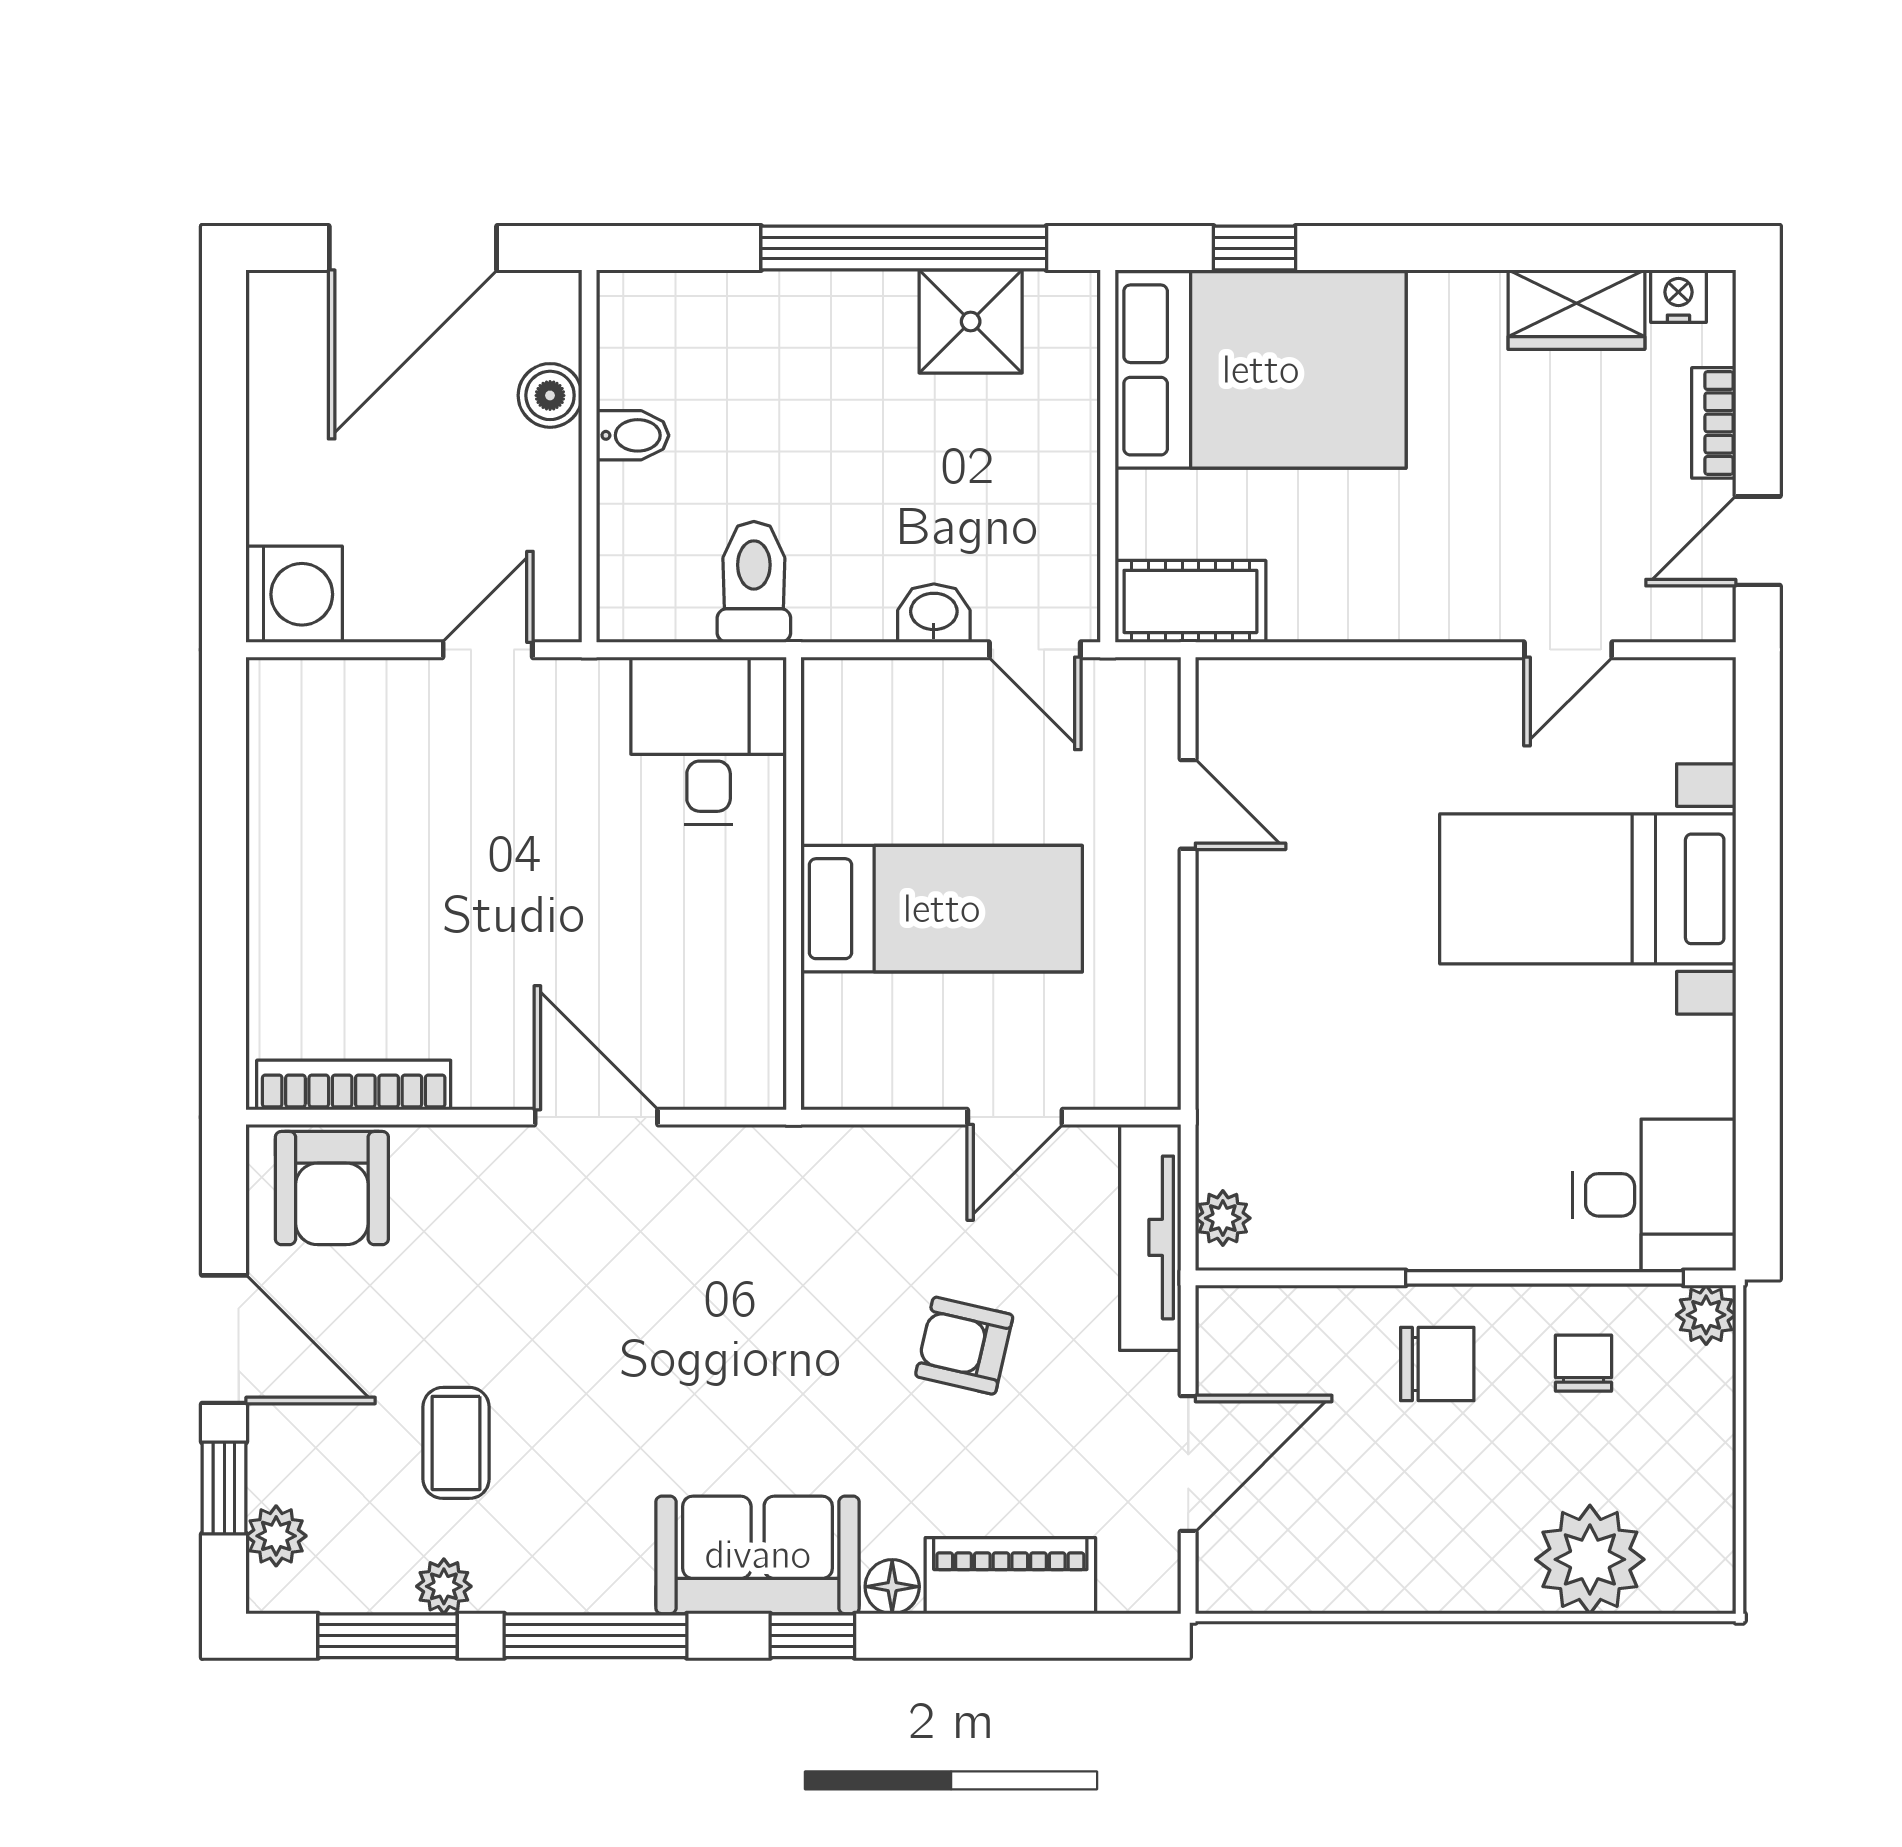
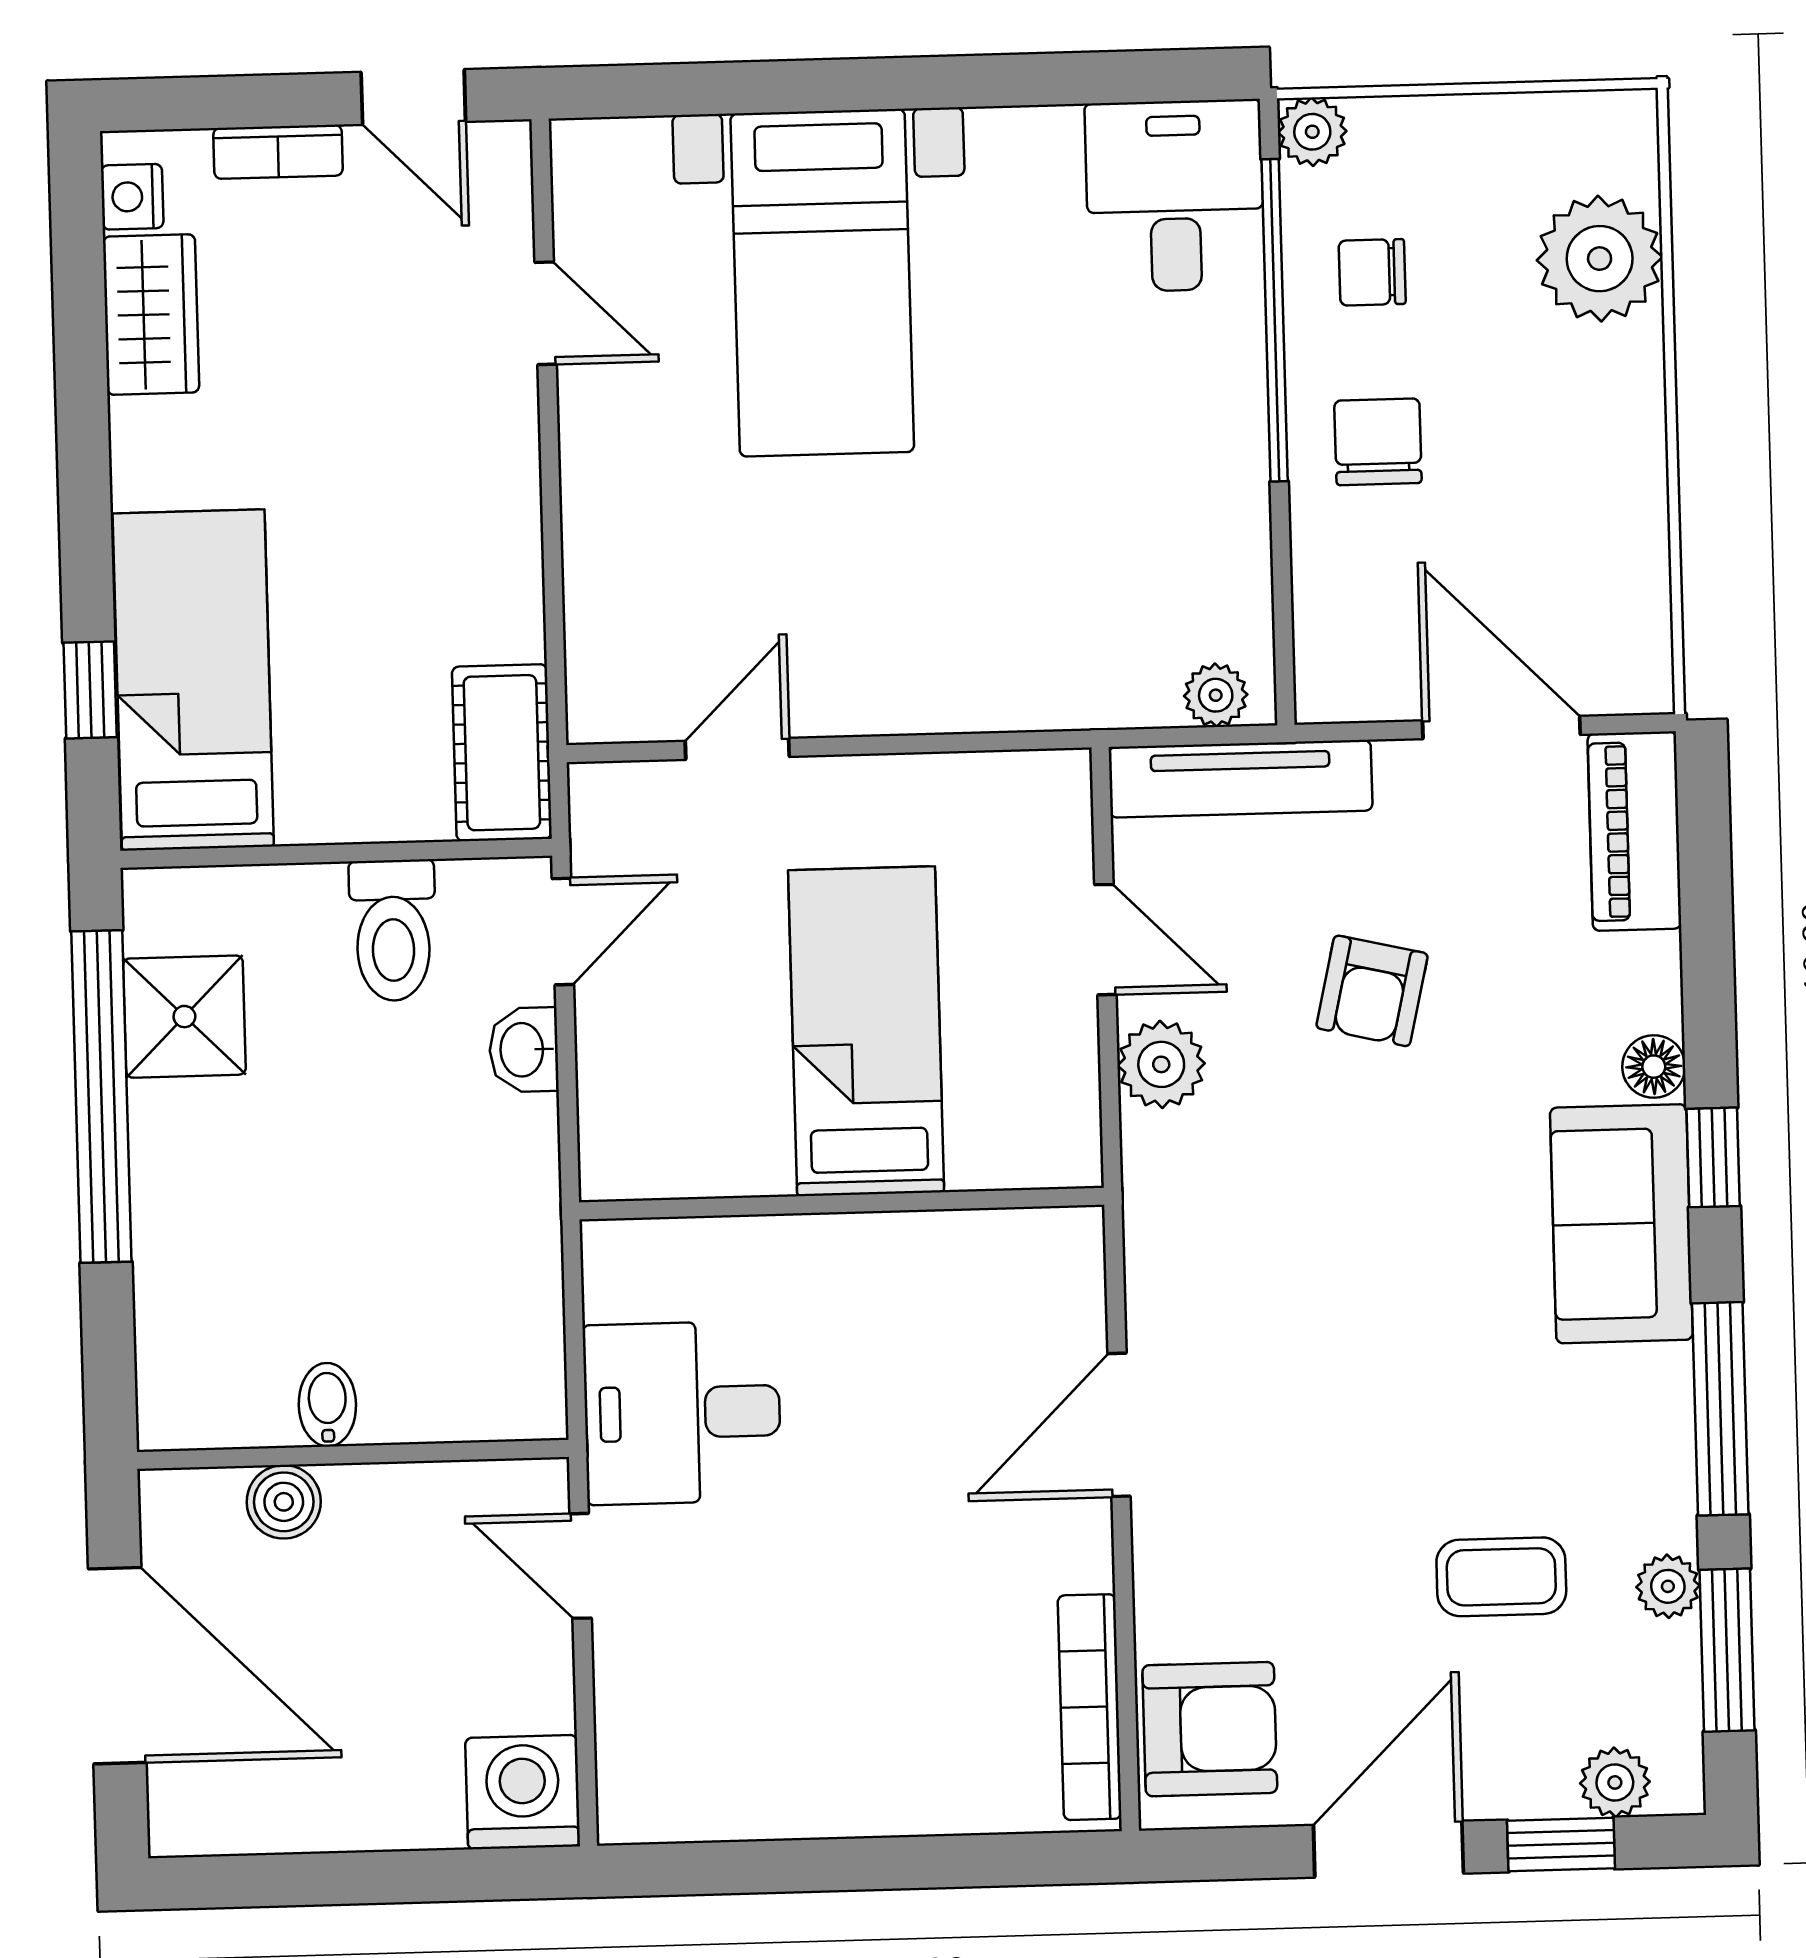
bed: (1261, 370) -> (193, 680), width x0.67
toilet: (754, 582) -> (393, 930), moved, turned -90
desk: (709, 741) -> (682, 1413), moved
plant: (906, 1162) -> (1161, 1064), added
piano: (1010, 1576) -> (1634, 831), moved

